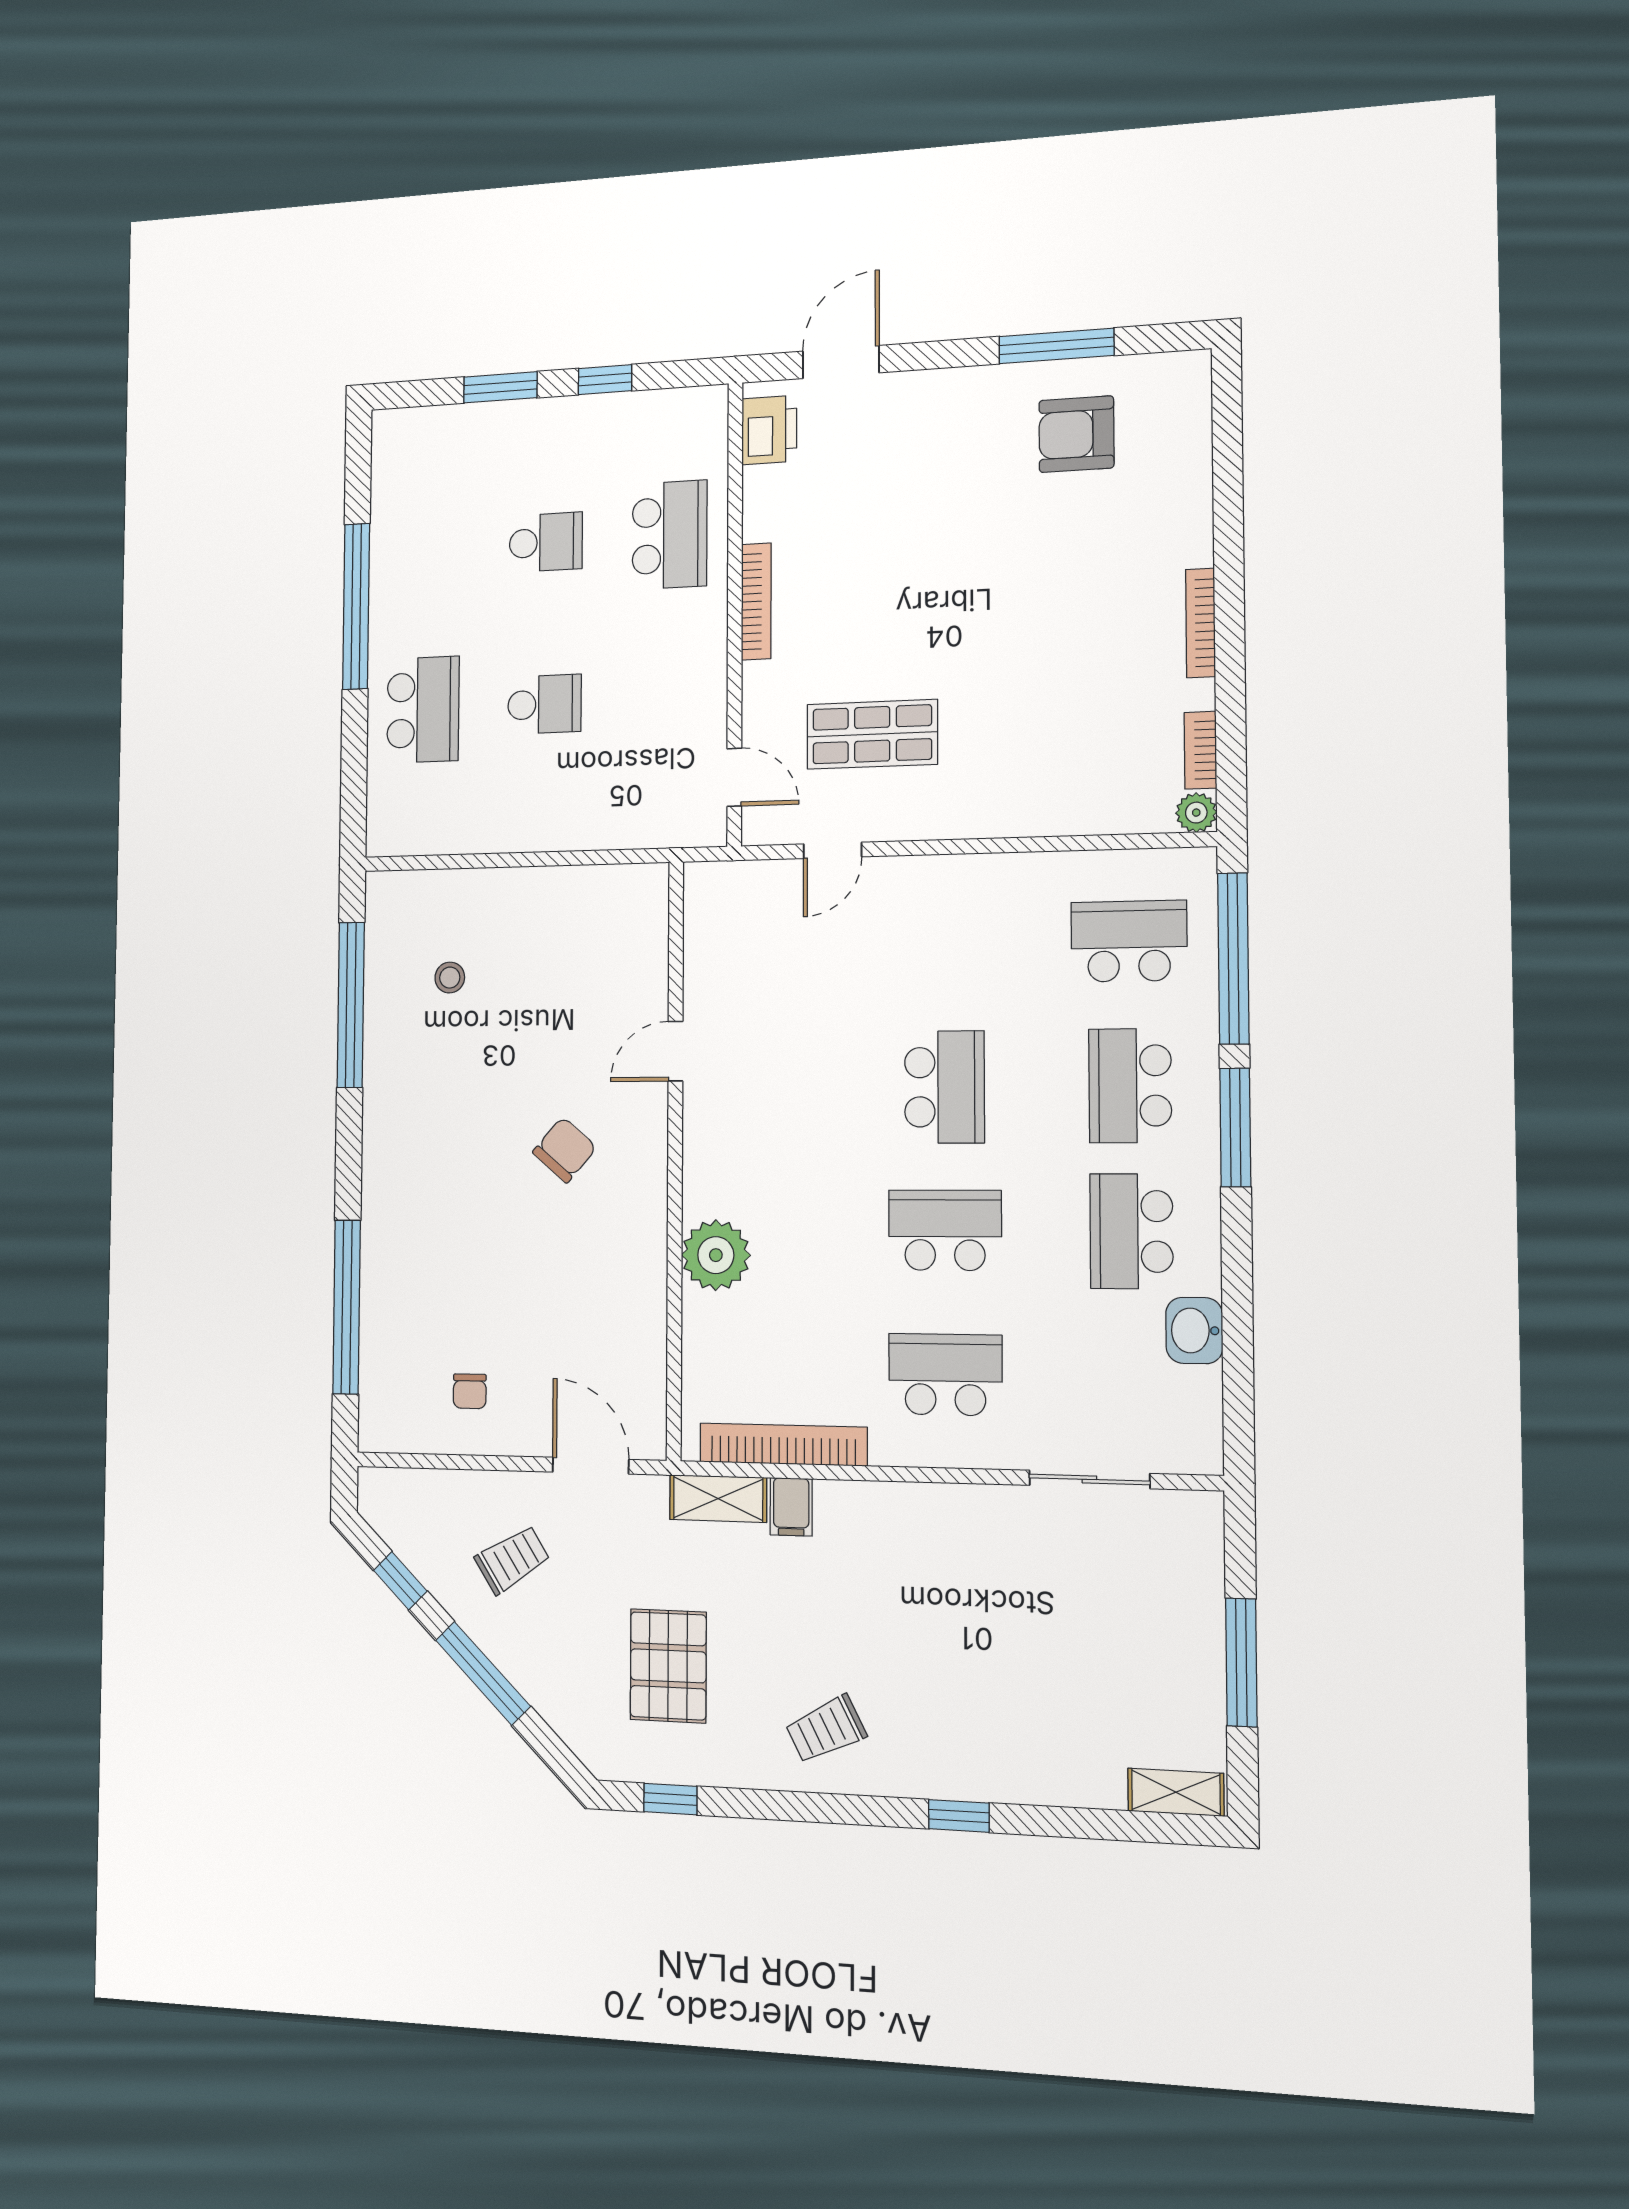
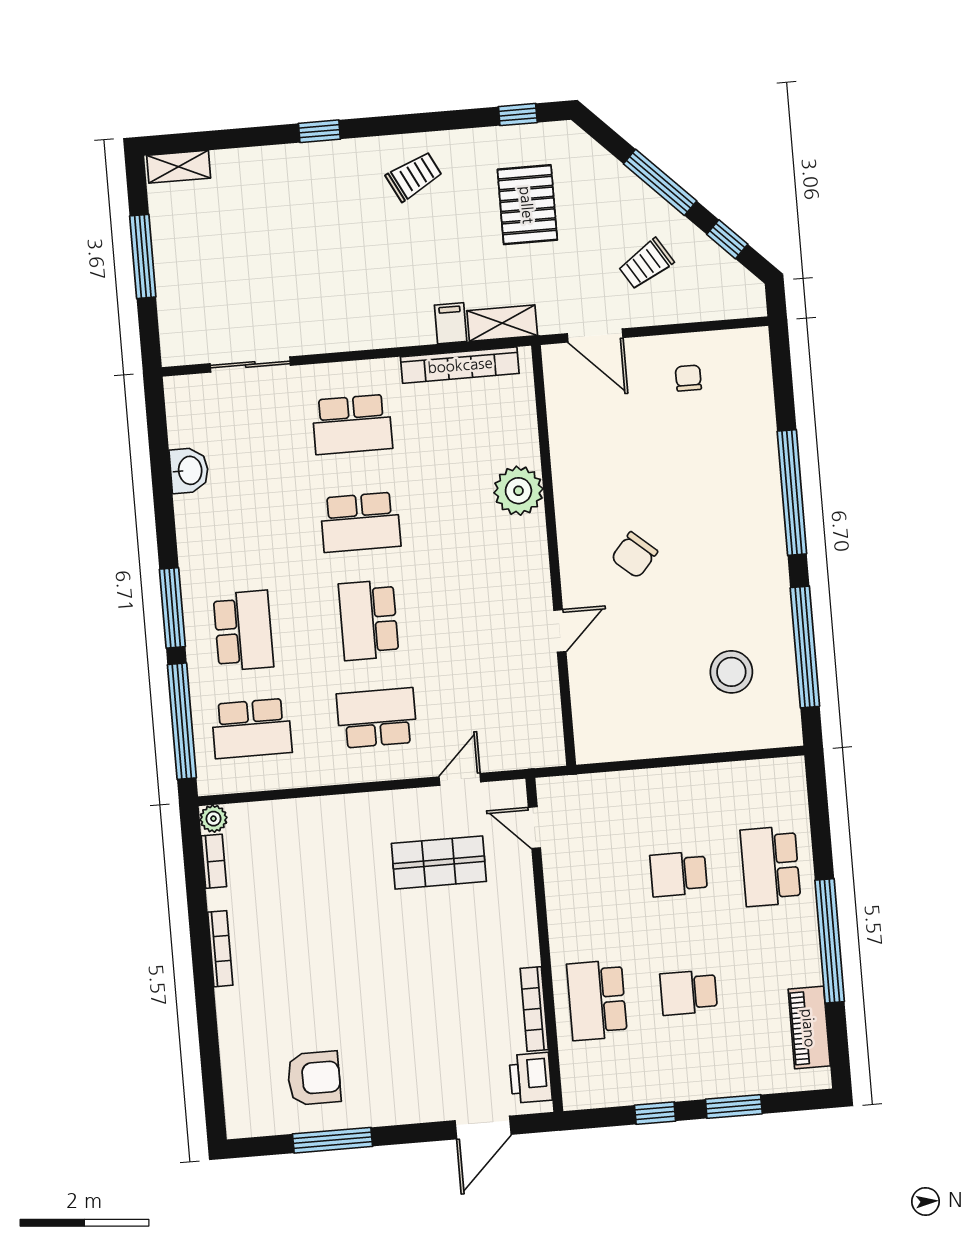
piano: (393, 491) -> (809, 1028), added
bookcase: (756, 601) -> (534, 1009), moved
stool: (450, 978) -> (731, 672), width x1.89, depth x1.89
school desk: (1131, 1231) -> (377, 718), moved, turned -90
window: (347, 1307) -> (792, 492), moved

